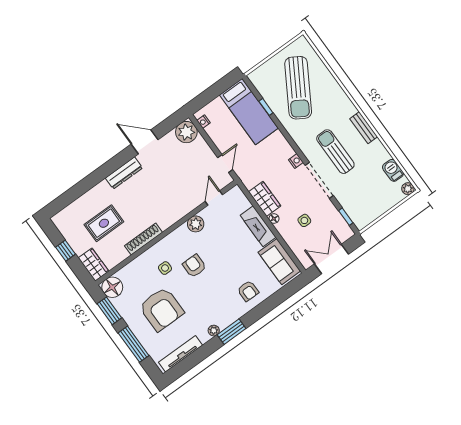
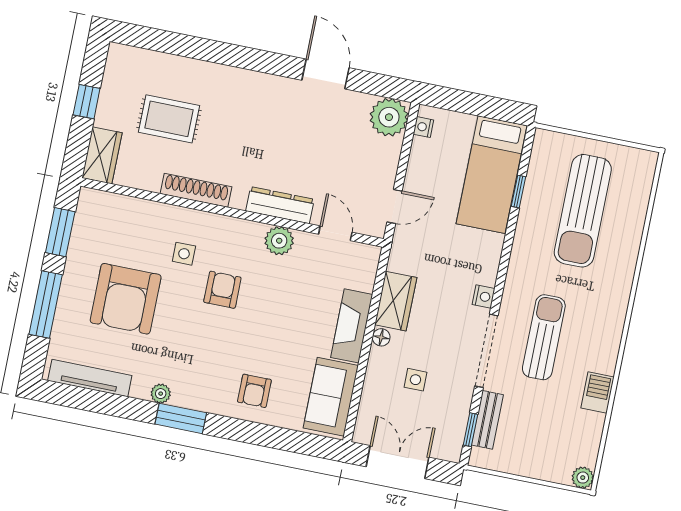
sun lounger: (298, 88) -> (583, 211), turned -31
bench: (364, 128) -> (487, 420), moved
barbecue: (393, 170) -> (598, 393), moved
dresser: (124, 173) -> (280, 205), moved, turned 180
door: (214, 198) -> (335, 233), hinge flipped
floor lamp: (112, 287) -> (95, 208), removed

